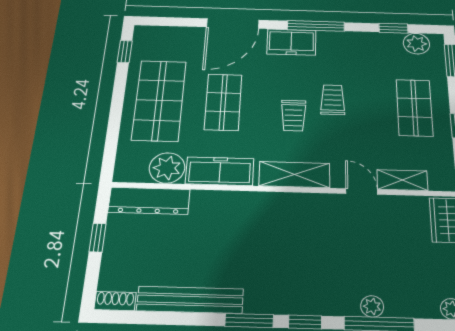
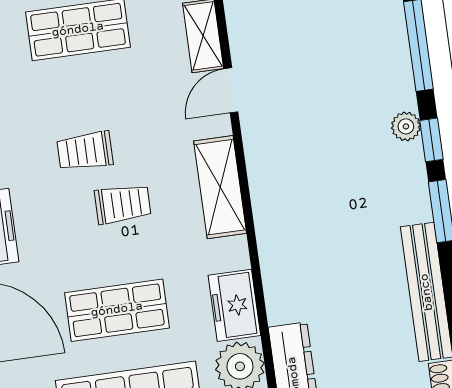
freezer: (220, 171) -> (234, 305), width x0.71
plant: (372, 306) -> (406, 126), moved

